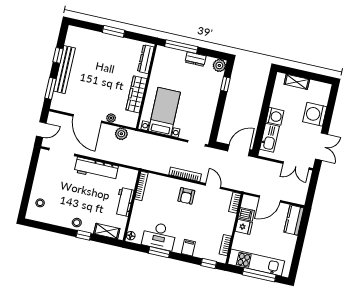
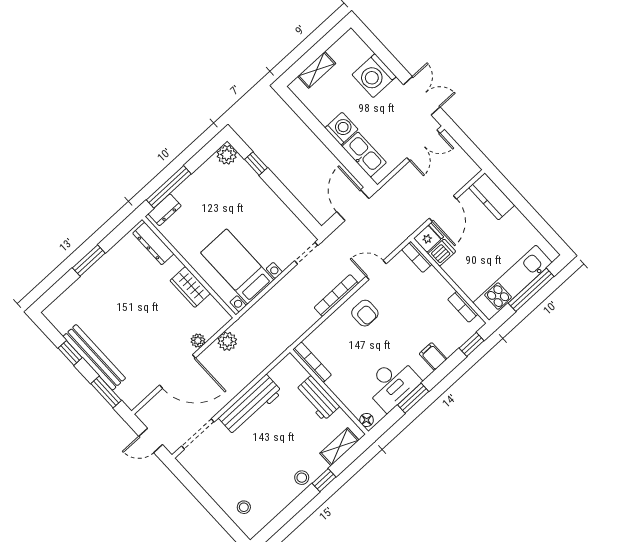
dresser: (196, 59) -> (165, 210), moved
wardrobe: (136, 94) -> (190, 287), width x0.67
door: (41, 130) -> (151, 440), swing flipped
fridge: (244, 227) -> (429, 238), moved

